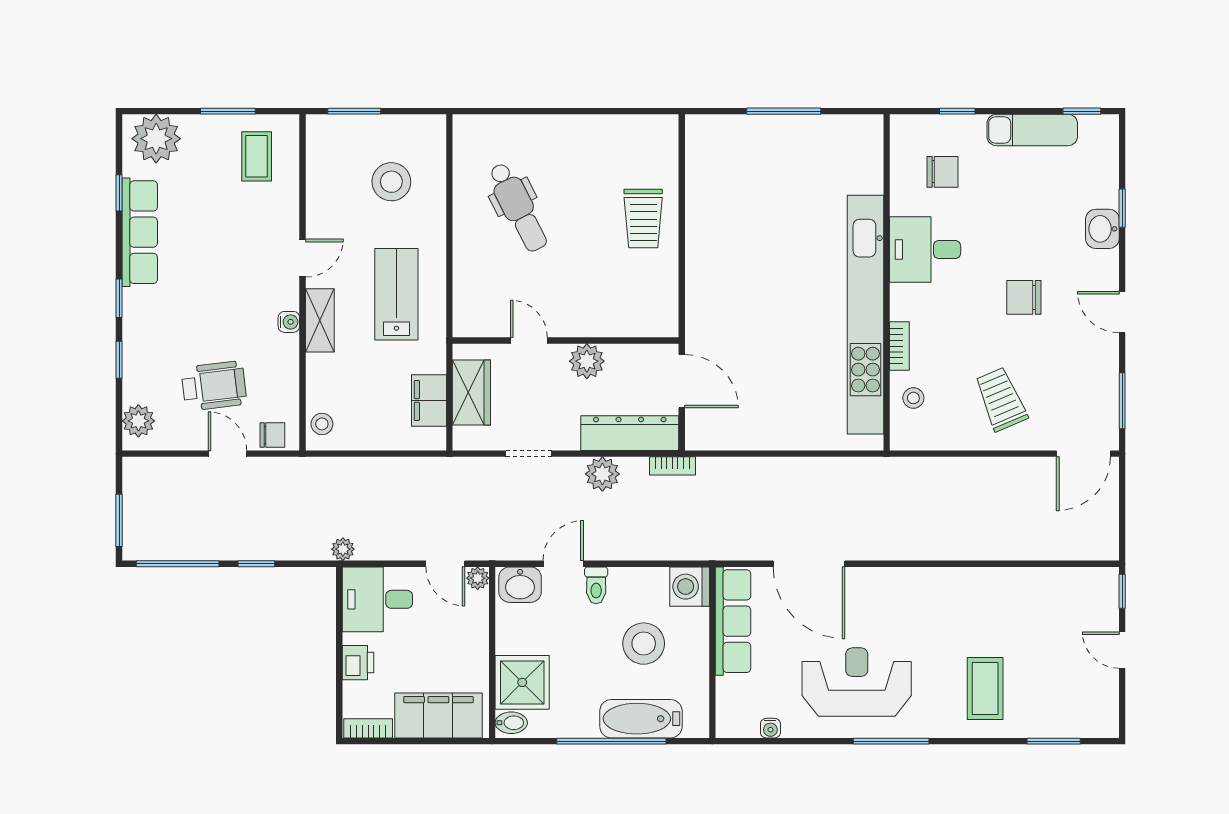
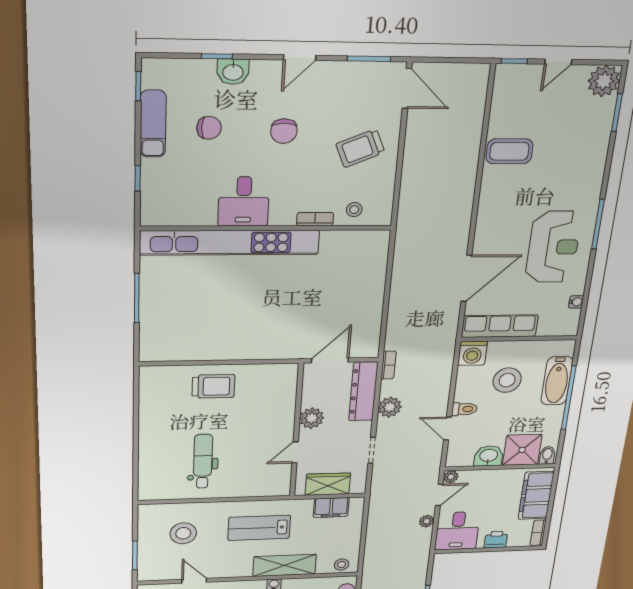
chair: (943, 172) -> (209, 128), moved, turned 90
dental chair: (518, 207) -> (203, 461), turned -63
door: (303, 258) -> (194, 581), moved
kitchen unit: (865, 315) -> (230, 243), moved
shelving: (320, 320) -> (285, 565), width x1.50, depth x1.33
plant: (343, 549) -> (427, 521), moved
washbasin: (520, 585) -> (489, 456), moved, turned -90
reception desk: (857, 682) -> (553, 247), turned 180
coffee table: (985, 688) -> (509, 151), moved
plant: (1097, 716) -> (604, 81), added

